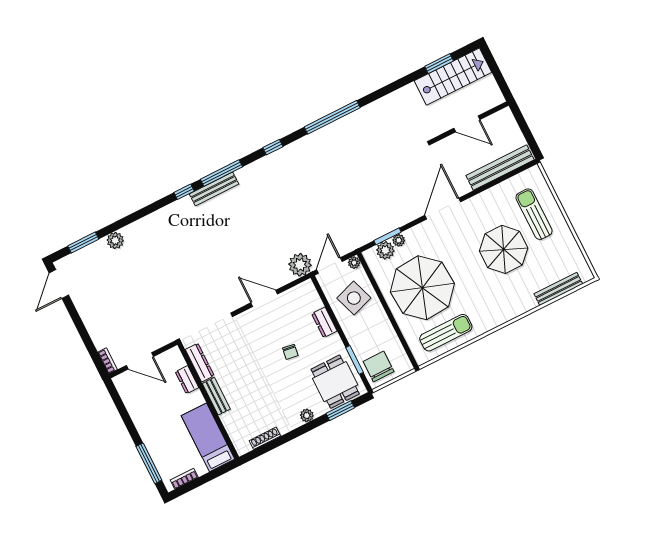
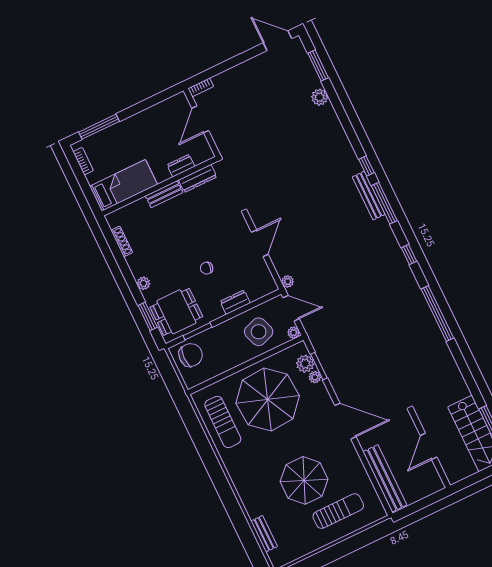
plant: (300, 265) -> (288, 281), width x0.53, depth x0.53
bench: (558, 289) -> (264, 534), width x0.73

